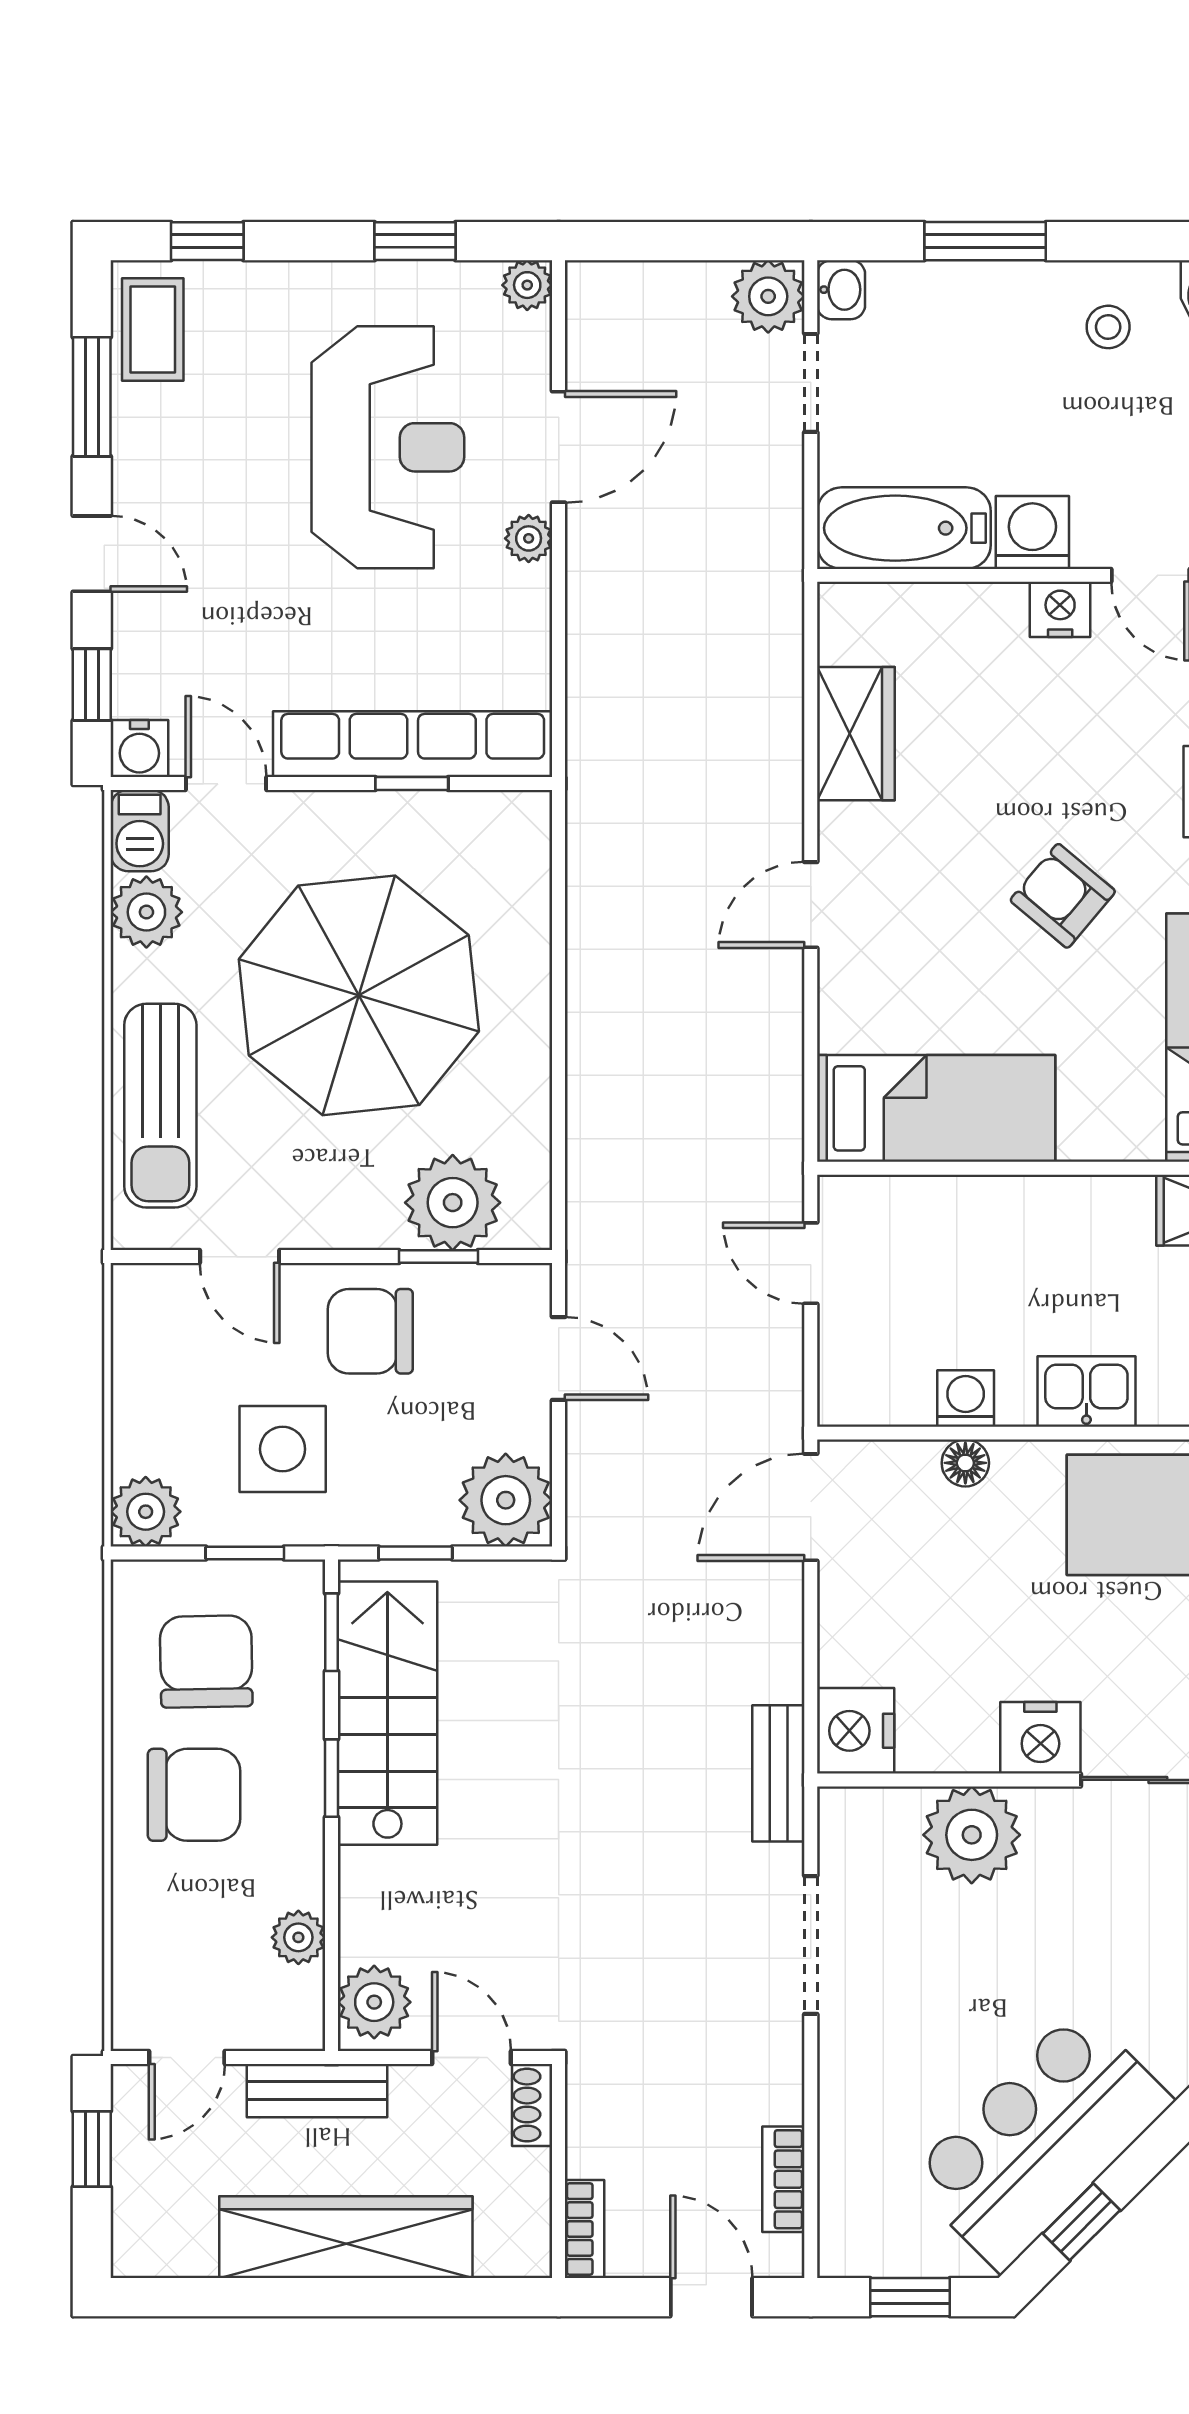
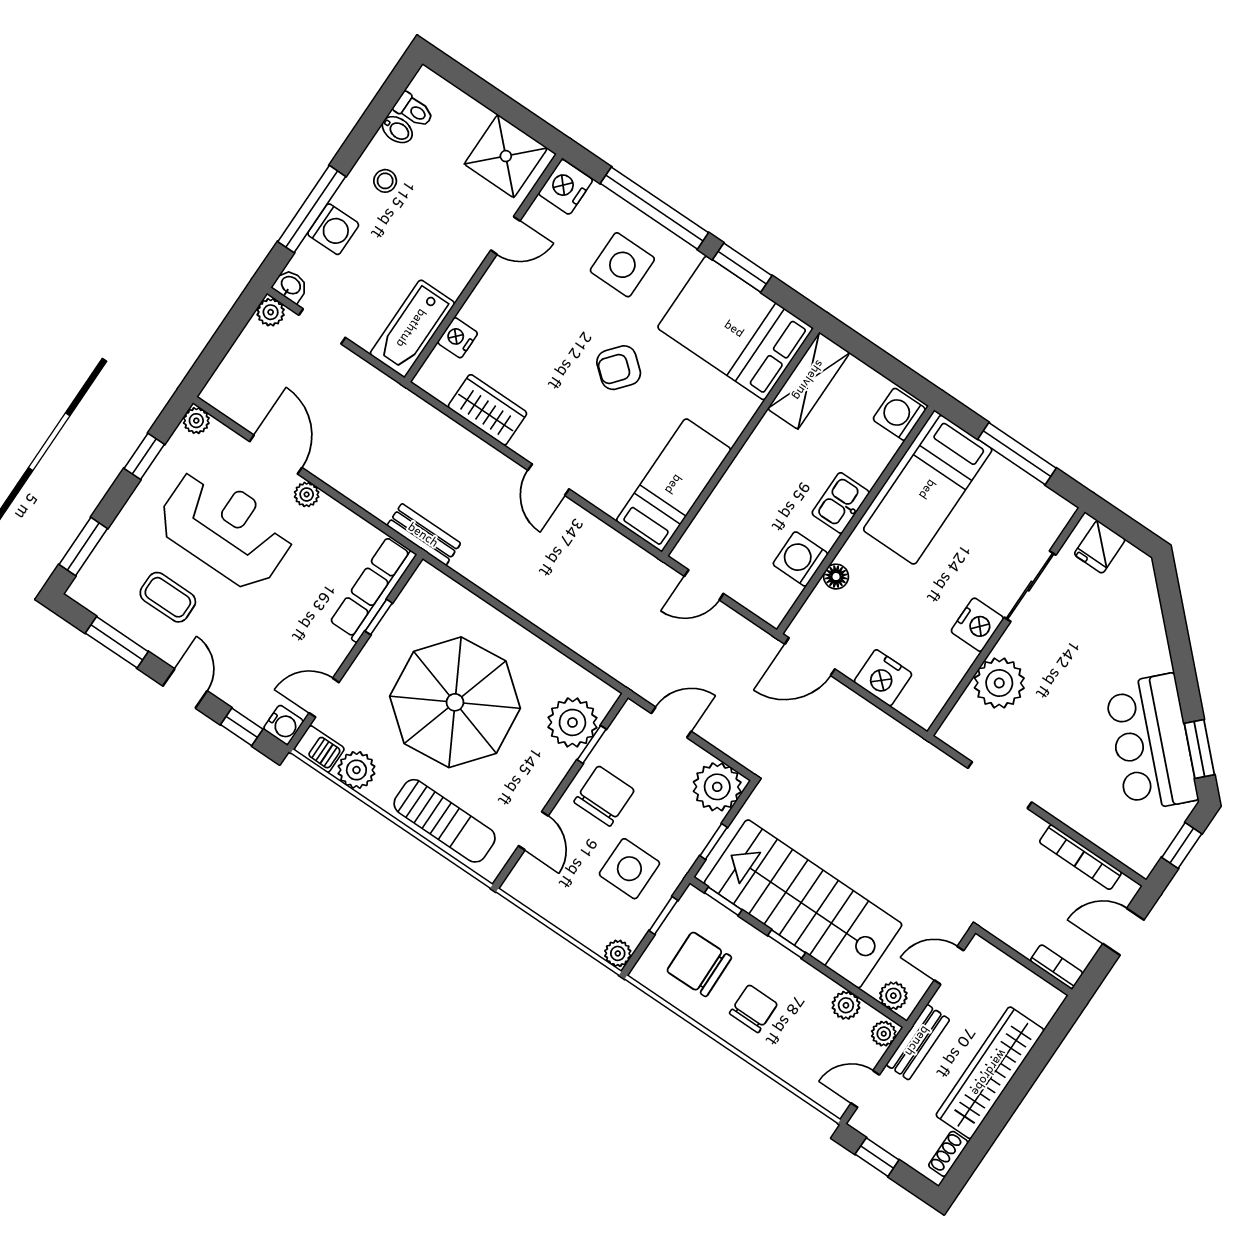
window: (207, 241) -> (83, 547), width x1.50
window: (985, 241) -> (312, 209), width x1.44
plant: (768, 296) -> (271, 312), width x0.73, depth x0.73
coffee table: (153, 329) -> (168, 597), moved
washing machine: (1032, 532) -> (333, 229), moved, turned 180
door: (92, 554) -> (185, 688), hinge flipped
nightstand: (1060, 609) -> (458, 338), moved
row of seats: (413, 744) -> (373, 589), width x0.73
door: (240, 1257) -> (533, 831), hinge flipped
chair: (370, 1331) -> (604, 796), turned 180
washing machine: (966, 1399) -> (800, 559), width x1.38, depth x1.38
door: (811, 1507) -> (810, 657), hinge flipped
plant: (146, 1512) -> (618, 953), width x0.73, depth x0.73
stairs: (387, 1713) -> (803, 904), width x1.36, depth x1.51
nightstand: (856, 1731) -> (883, 678), moved
bench: (778, 1773) -> (424, 534), moved
chair: (194, 1795) -> (753, 1009), width x0.73, depth x0.73
plant: (374, 2002) -> (893, 996), width x0.73, depth x0.73
plant: (294, 2027) -> (884, 1034), added
door: (187, 2057) -> (865, 1089), swing flipped
shoe rack: (532, 2105) -> (948, 1154), moved, turned 90
bookcase: (783, 2179) -> (1080, 857), width x1.56
window: (1082, 2222) -> (1199, 749), width x1.50

